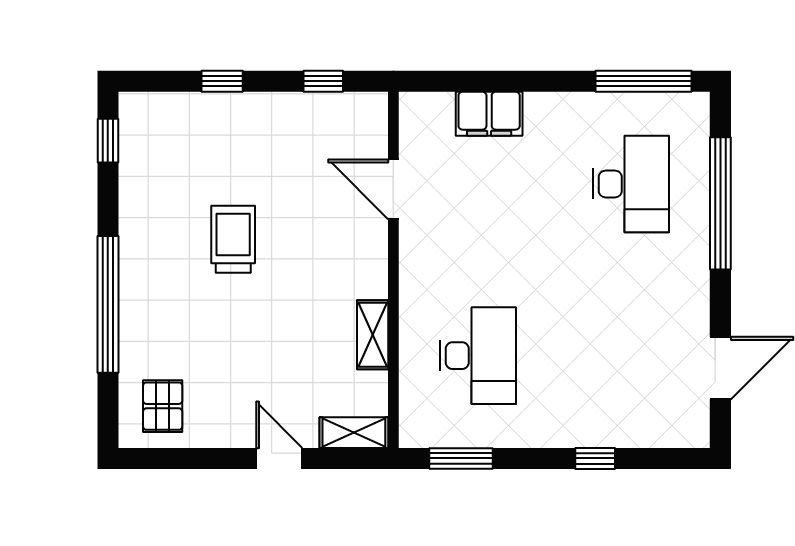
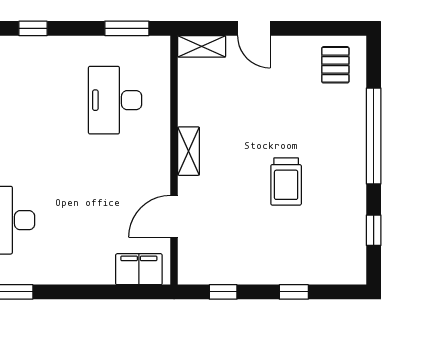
filing cabinet: (489, 114) -> (139, 269), moved
window: (108, 141) -> (374, 230), moved
door: (393, 189) -> (174, 216), swing flipped
shelving: (373, 335) -> (189, 151), moved

